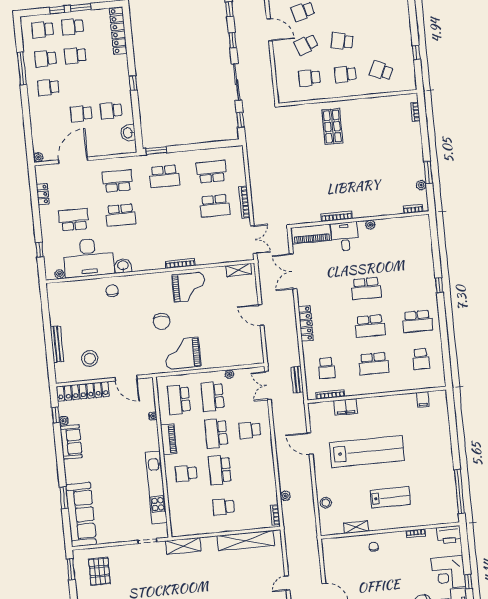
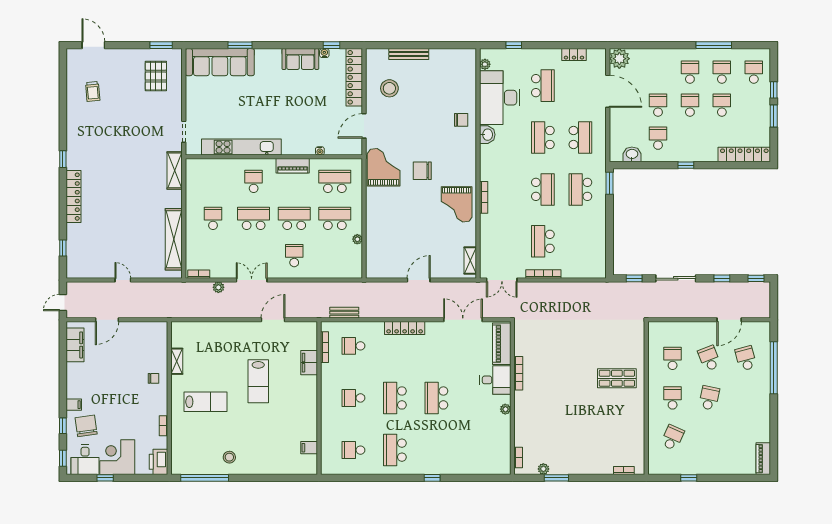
school desk: (73, 27) -> (690, 105), moved
plant: (38, 157) -> (619, 59), width x1.87, depth x1.87
school desk: (211, 172) -> (543, 189), moved
grand piano: (182, 353) -> (384, 167), moved
school desk: (374, 364) -> (353, 398), width x0.54
double door: (268, 385) -> (252, 280), moved
lab bench: (367, 451) -> (258, 381), width x0.54, depth x0.72
lab bench: (390, 497) -> (206, 402), turned -90
stool: (326, 503) -> (229, 457), moved
pallet: (99, 571) -> (156, 76), turned 90

